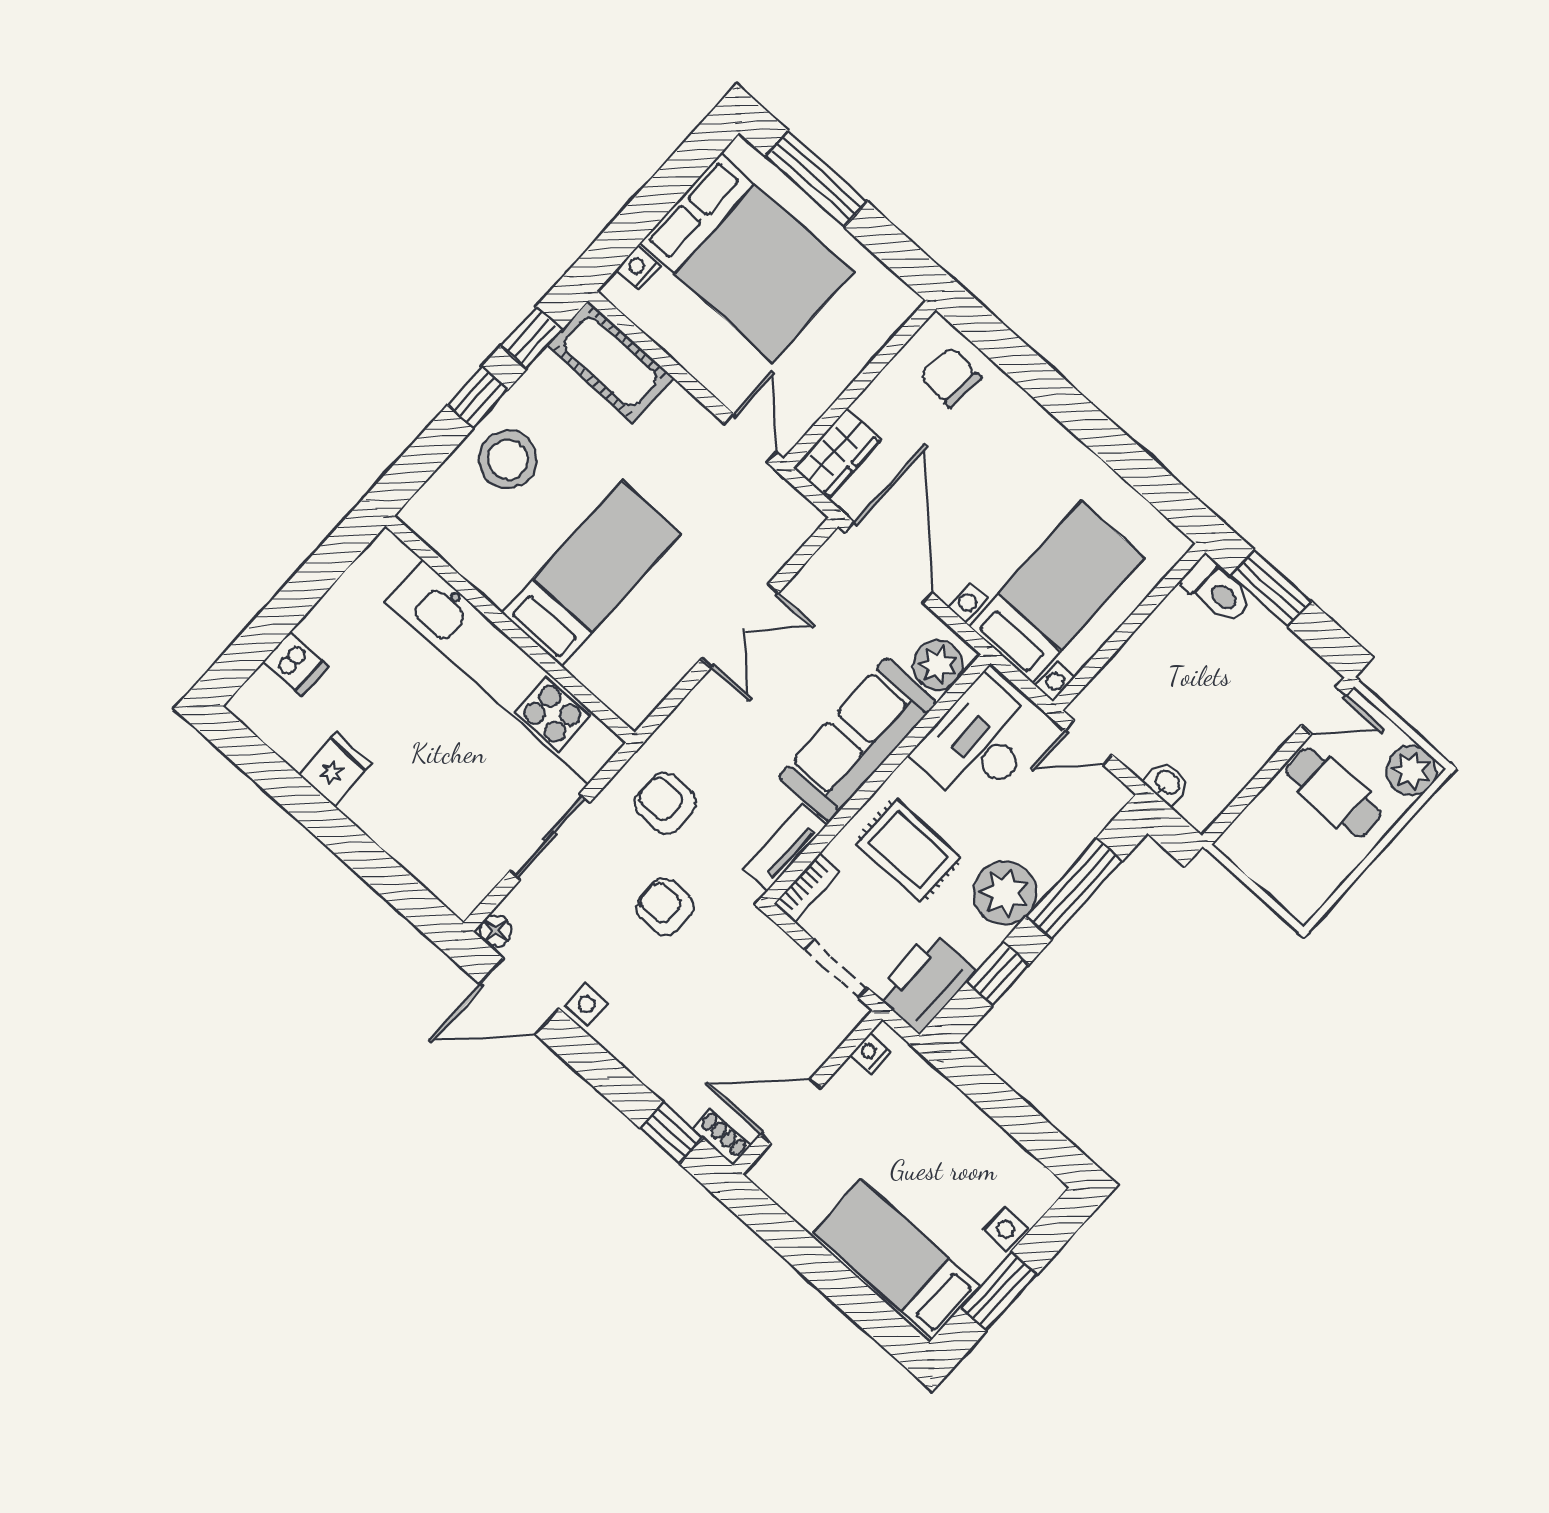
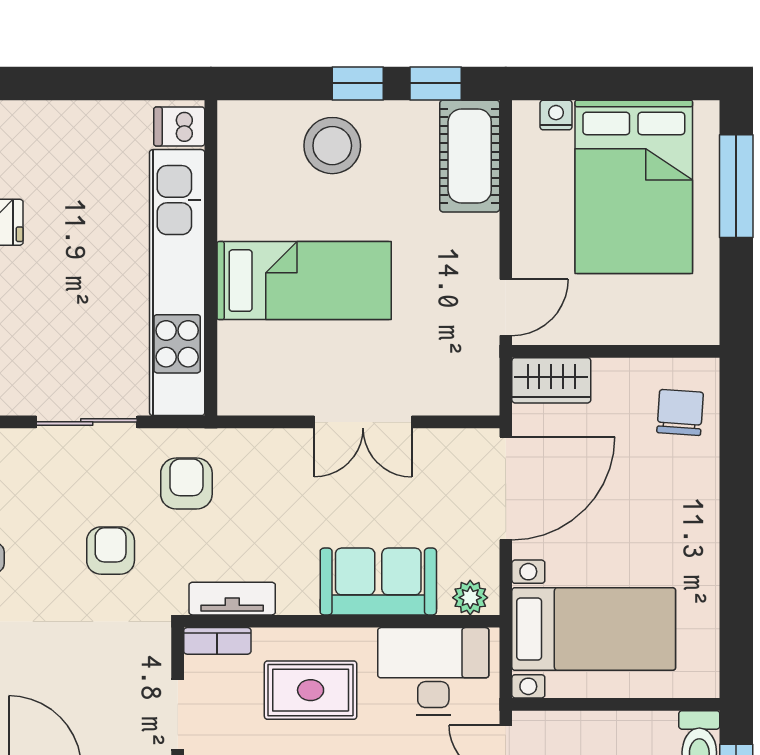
dishwasher: (296, 664) -> (179, 126), moved, turned 90
plant: (938, 665) -> (470, 598), width x0.73, depth x0.73
sofa: (858, 740) -> (378, 582), width x0.73
rug: (908, 850) -> (311, 690), turned 90

